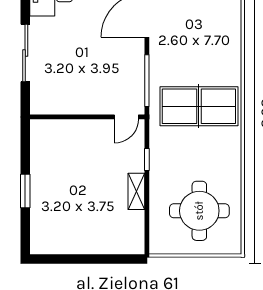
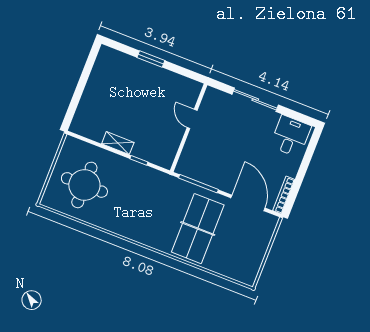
table tennis table: (199, 106) -> (198, 229), moved
door: (126, 117) -> (192, 119), moved

